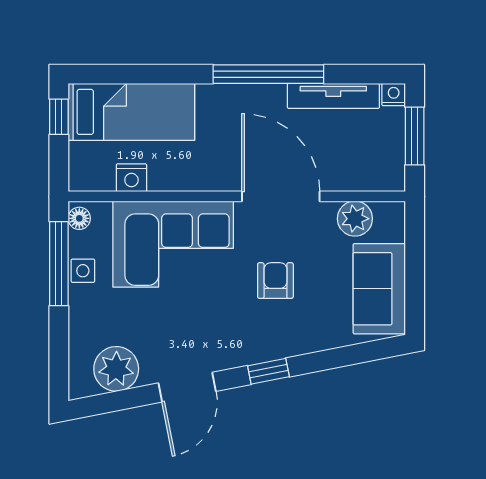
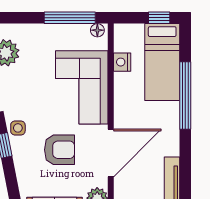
window: (268, 74) -> (185, 96), moved
side table: (83, 271) -> (18, 128), moved
armchair: (275, 281) -> (59, 150), width x1.38, depth x1.38

